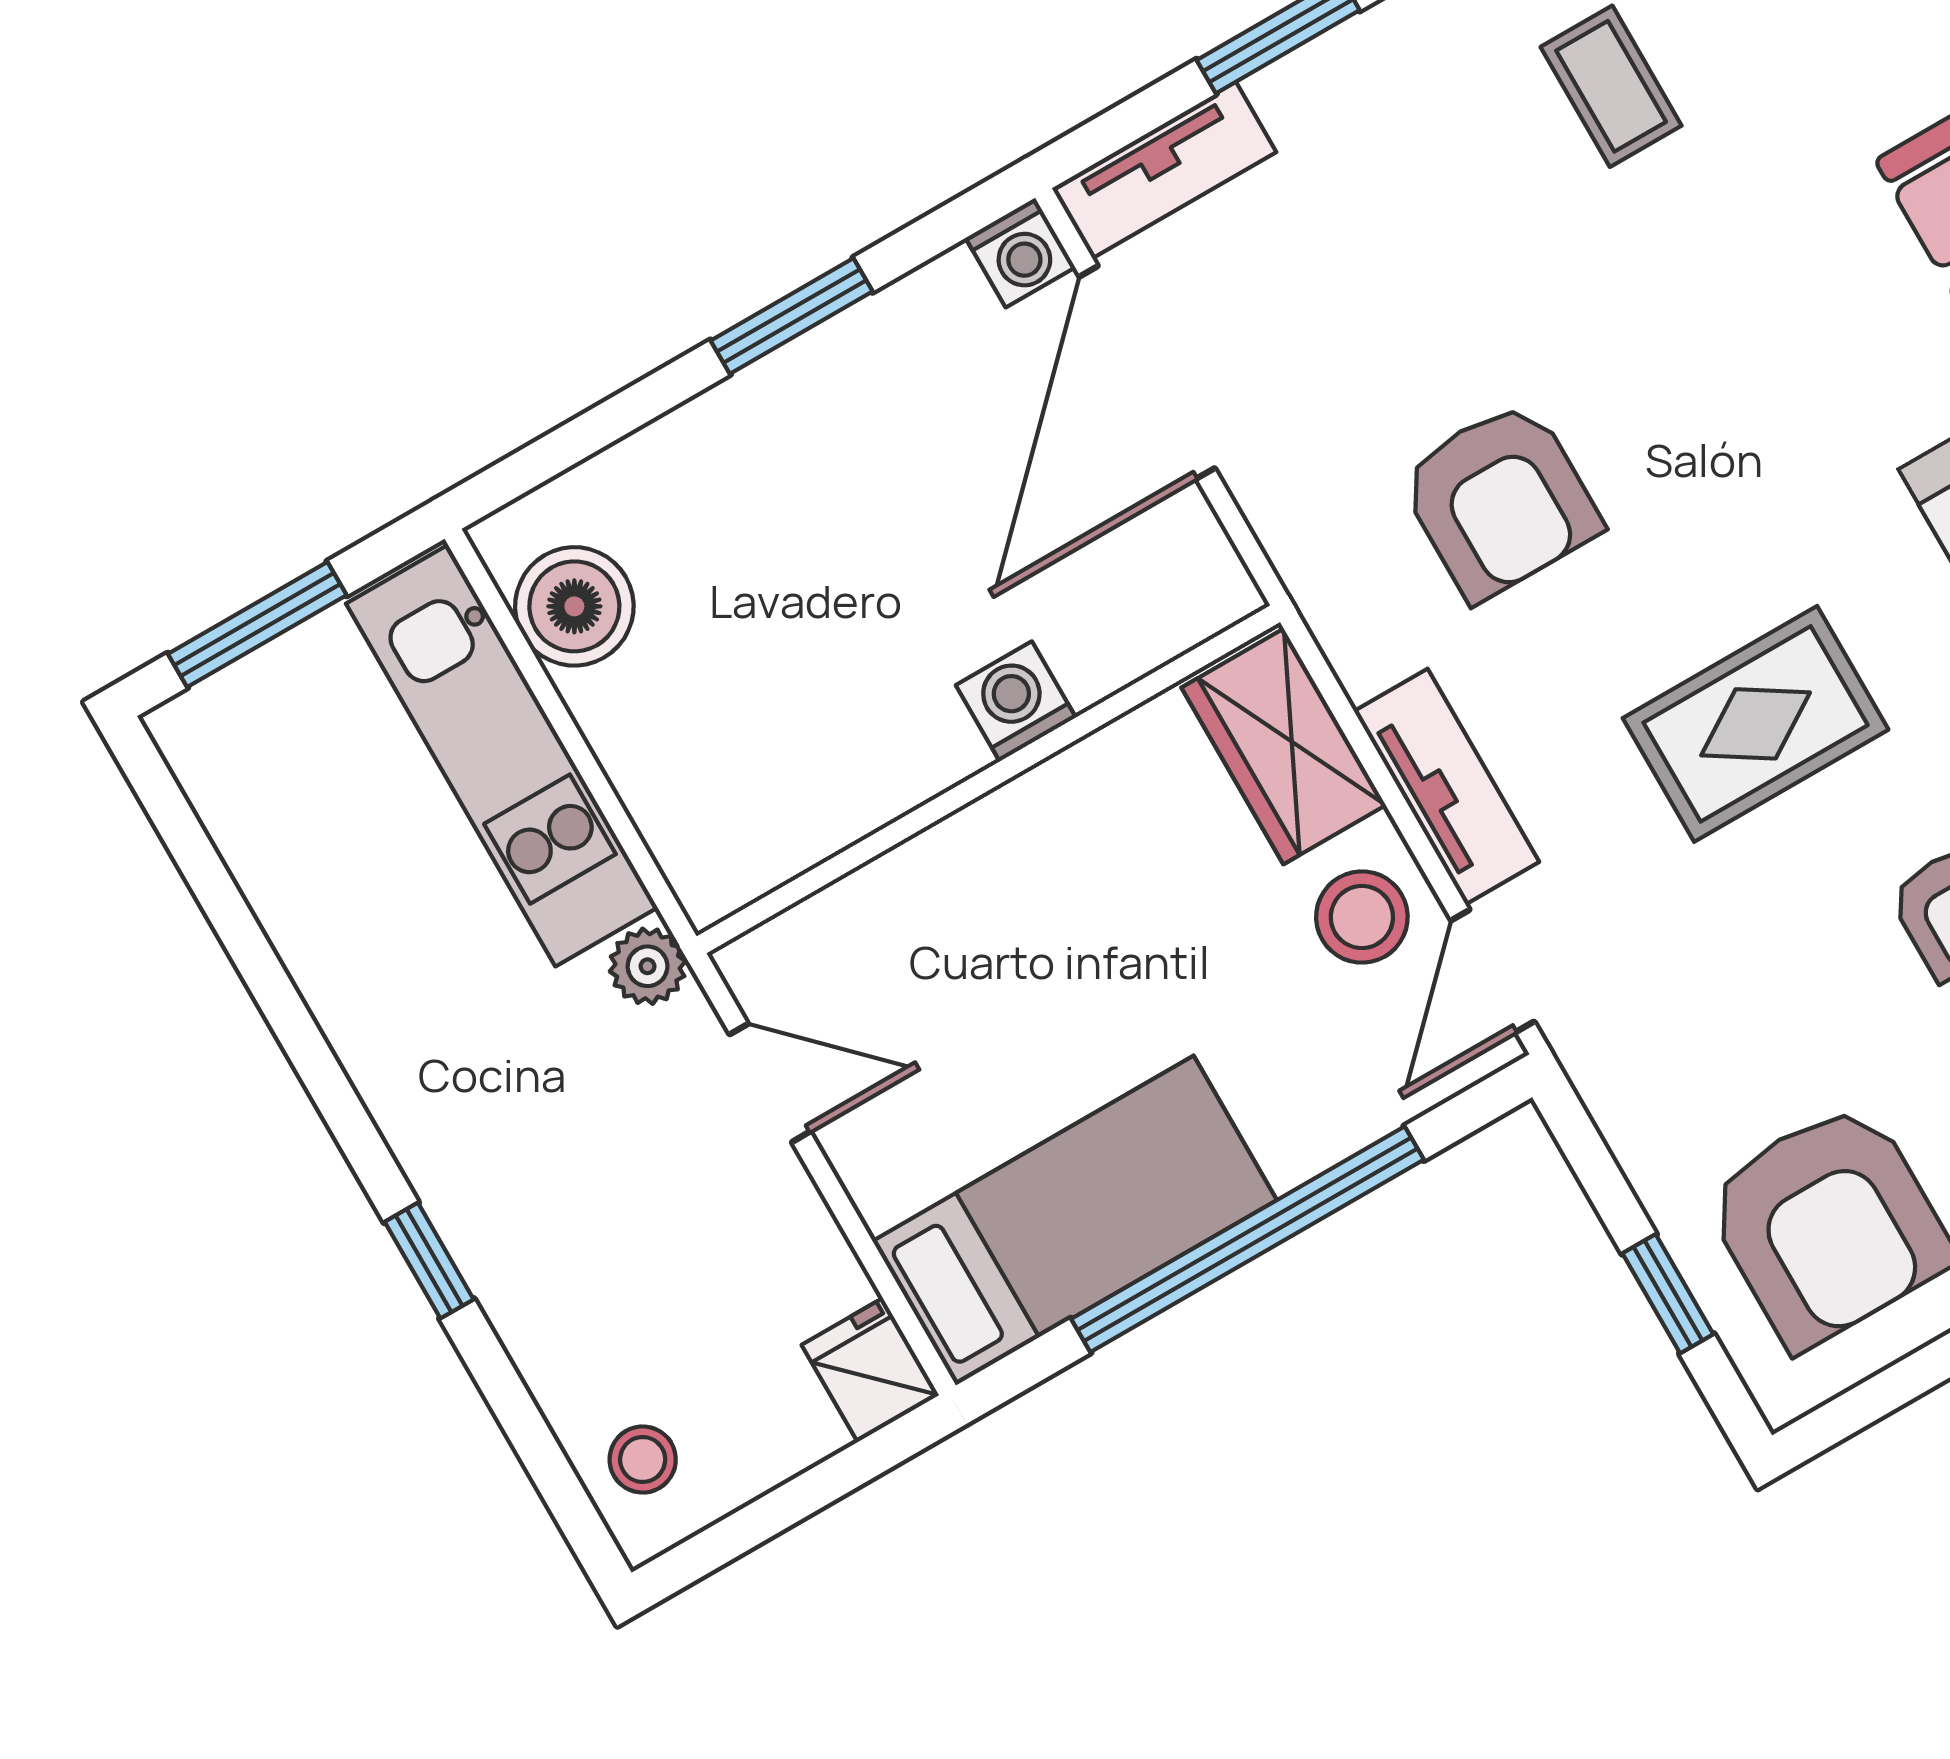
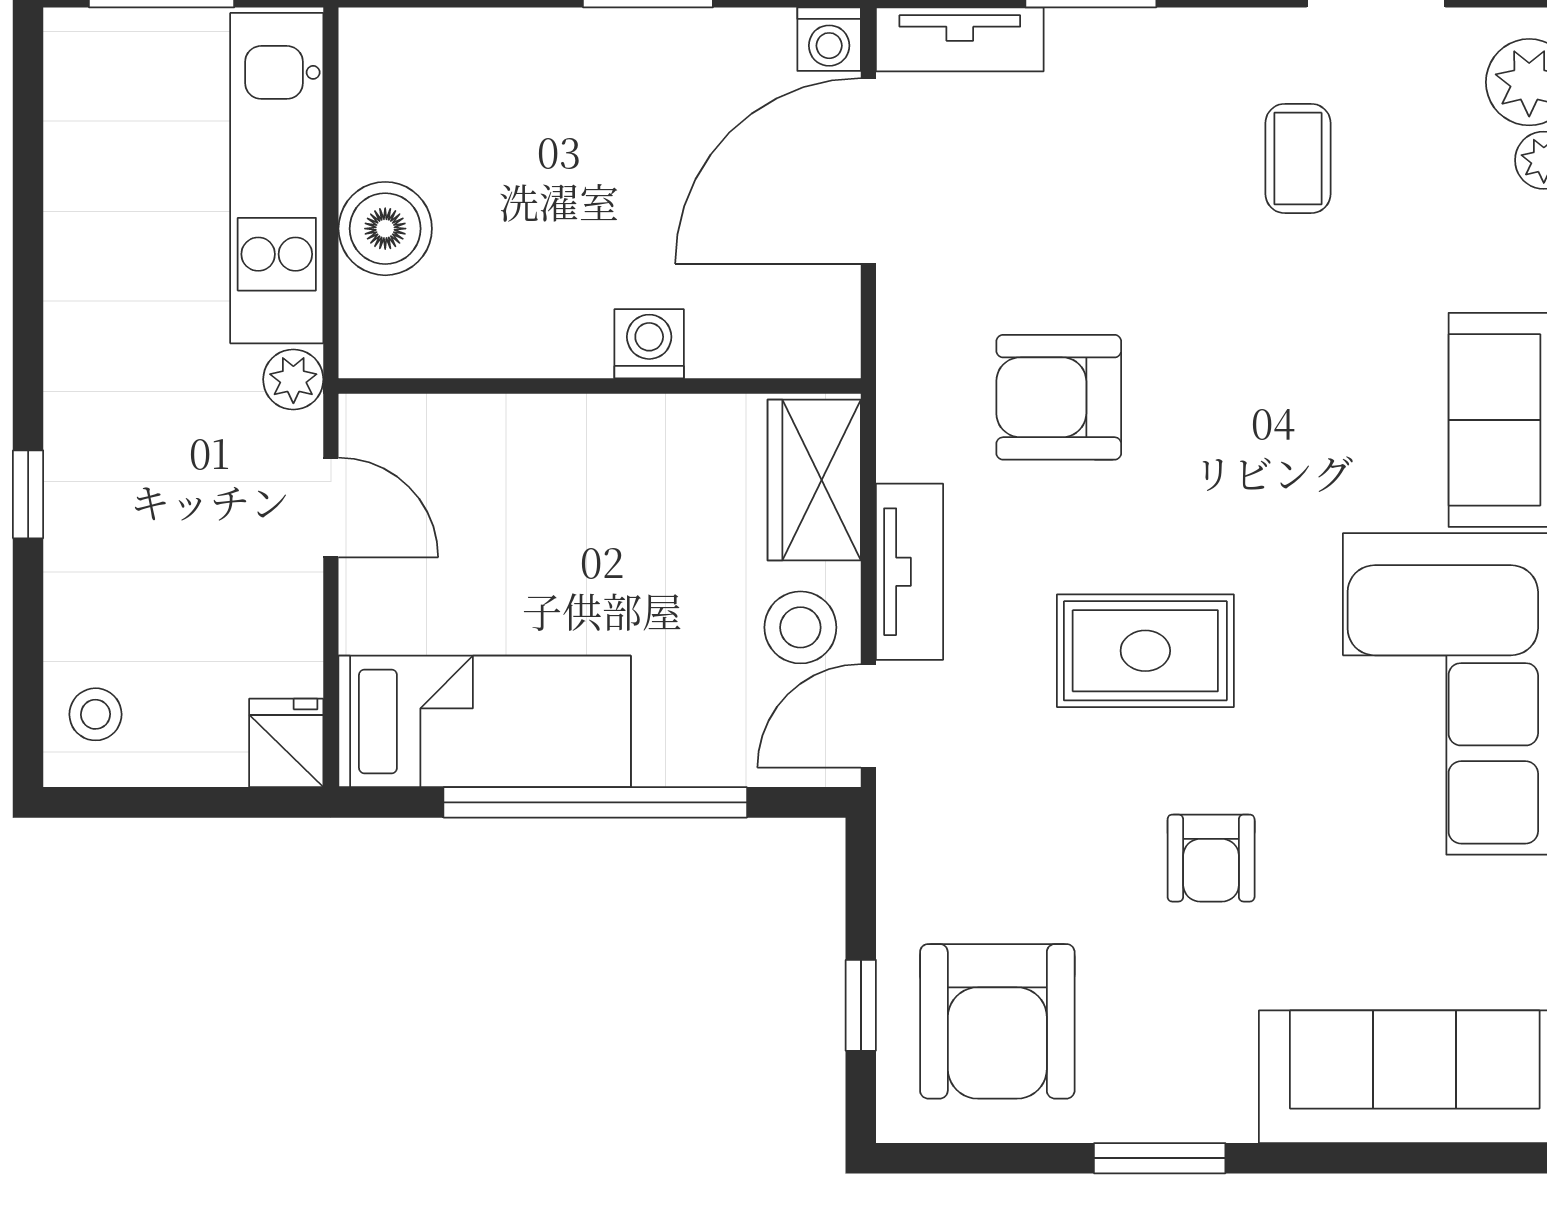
armchair: (1500, 500) -> (1059, 397), turned 90
boiler: (574, 606) -> (385, 229), moved

